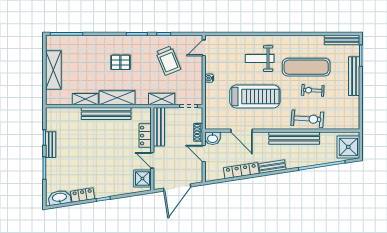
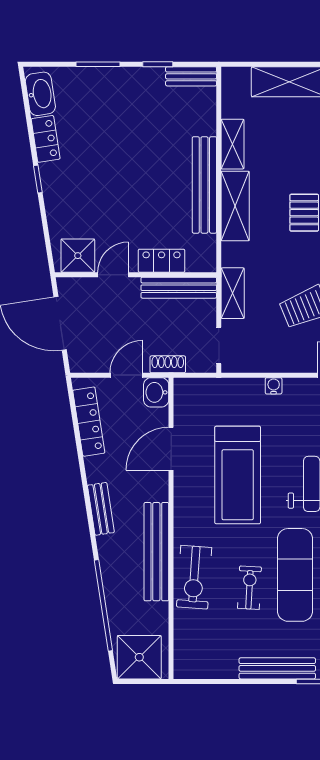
bench: (51, 145) -> (191, 76), moved
locker: (241, 171) -> (89, 422), moved

